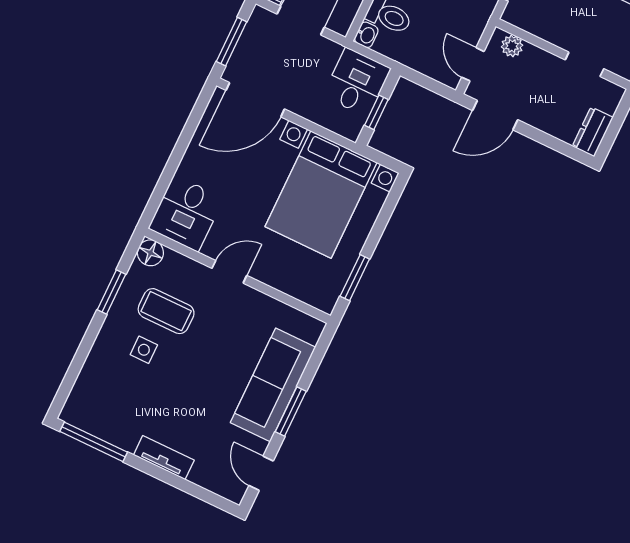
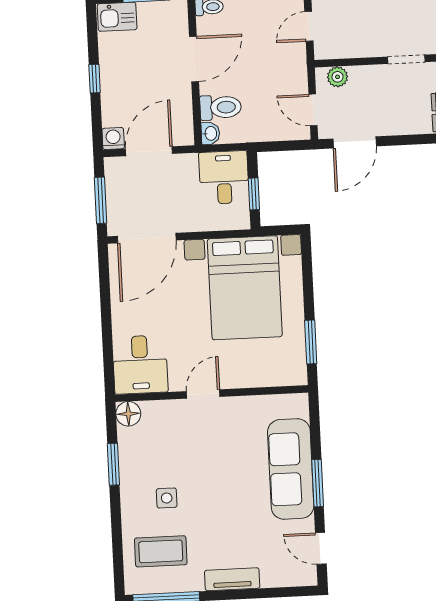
coffee table: (166, 311) -> (161, 551), moved

